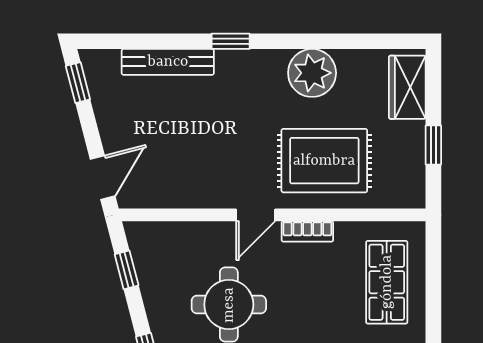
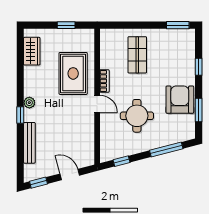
plant: (312, 73) -> (29, 103), moved, width x0.53, depth x0.53
wardrobe: (407, 87) -> (32, 51), moved, turned -90
door: (103, 178) -> (70, 175), moved
shop shelf: (387, 282) -> (137, 55), moved, turned 90

